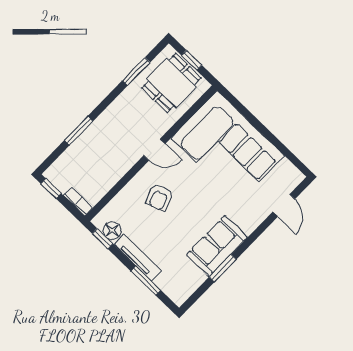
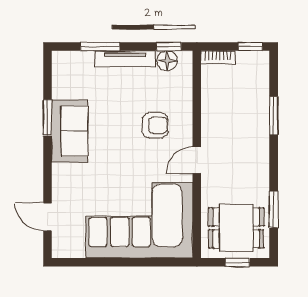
dining table: (171, 83) -> (236, 228), turned 90
armchair: (160, 197) -> (155, 125), turned 111

